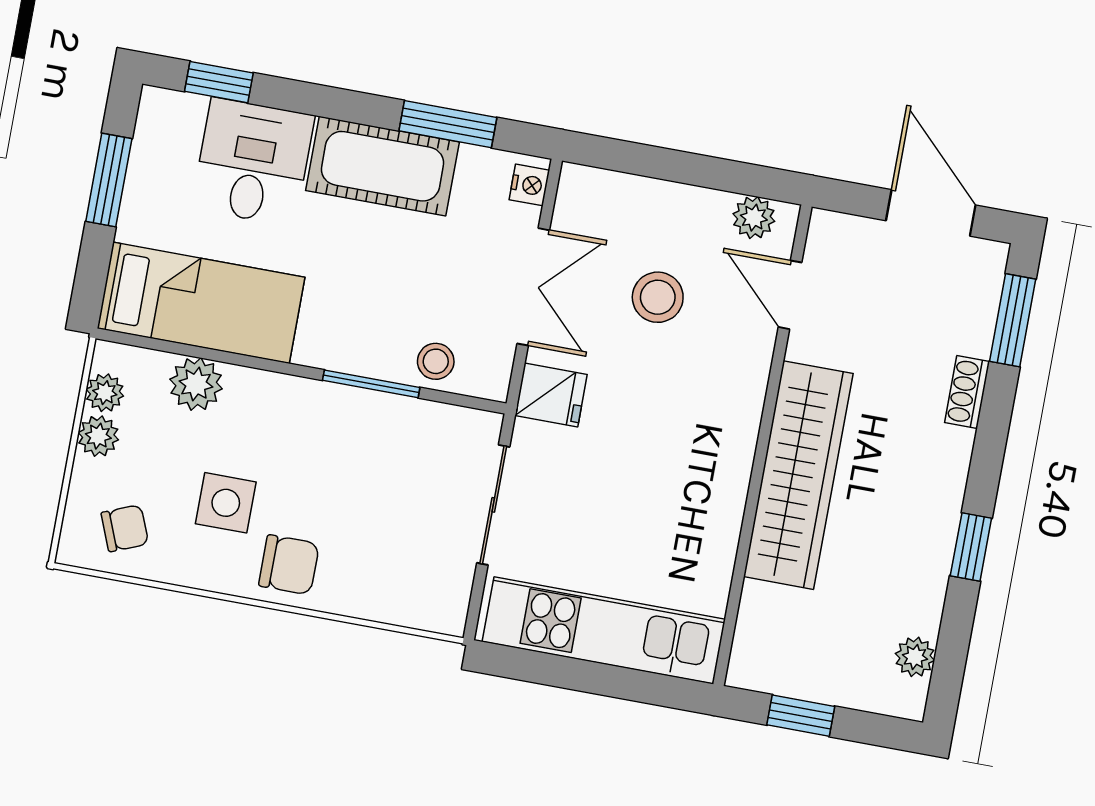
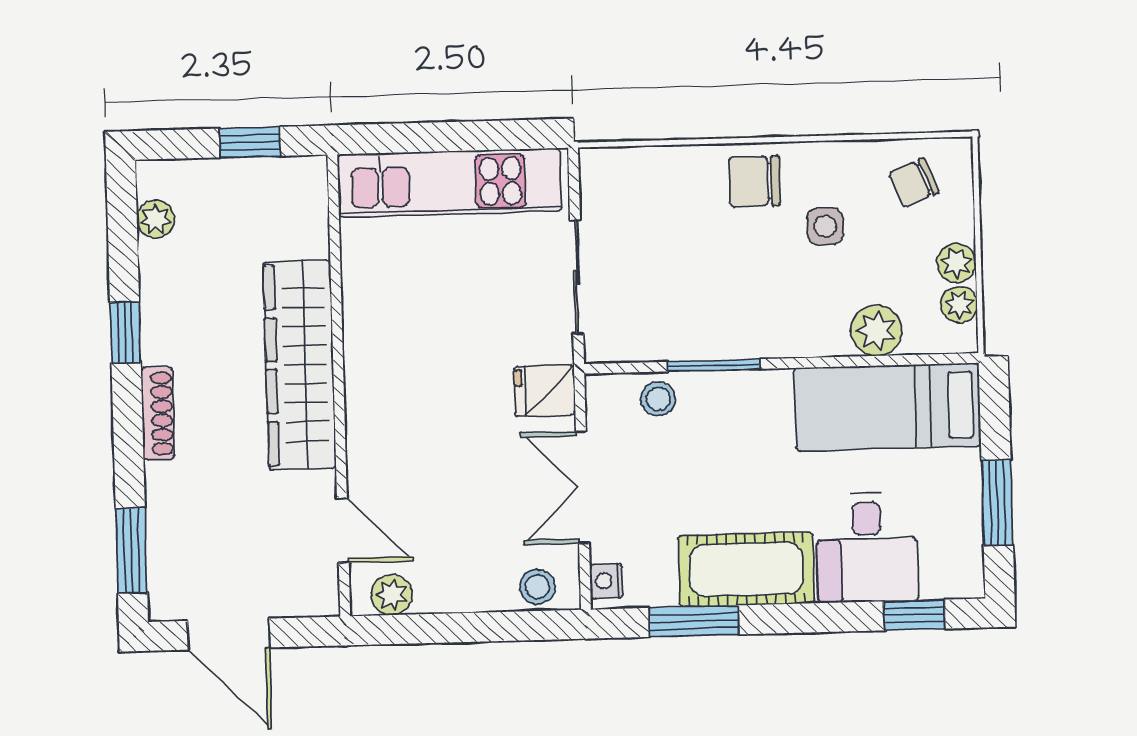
stool: (658, 297) -> (537, 587), moved, width x0.73, depth x0.73
shoe rack: (967, 392) -> (158, 413), moved, width x1.43
side table: (226, 503) -> (825, 226), width x0.73, depth x0.73

